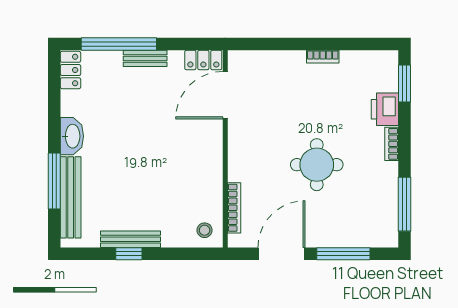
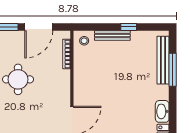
washbasin: (72, 136) -> (162, 111), moved
bench: (130, 239) -> (112, 36), moved

